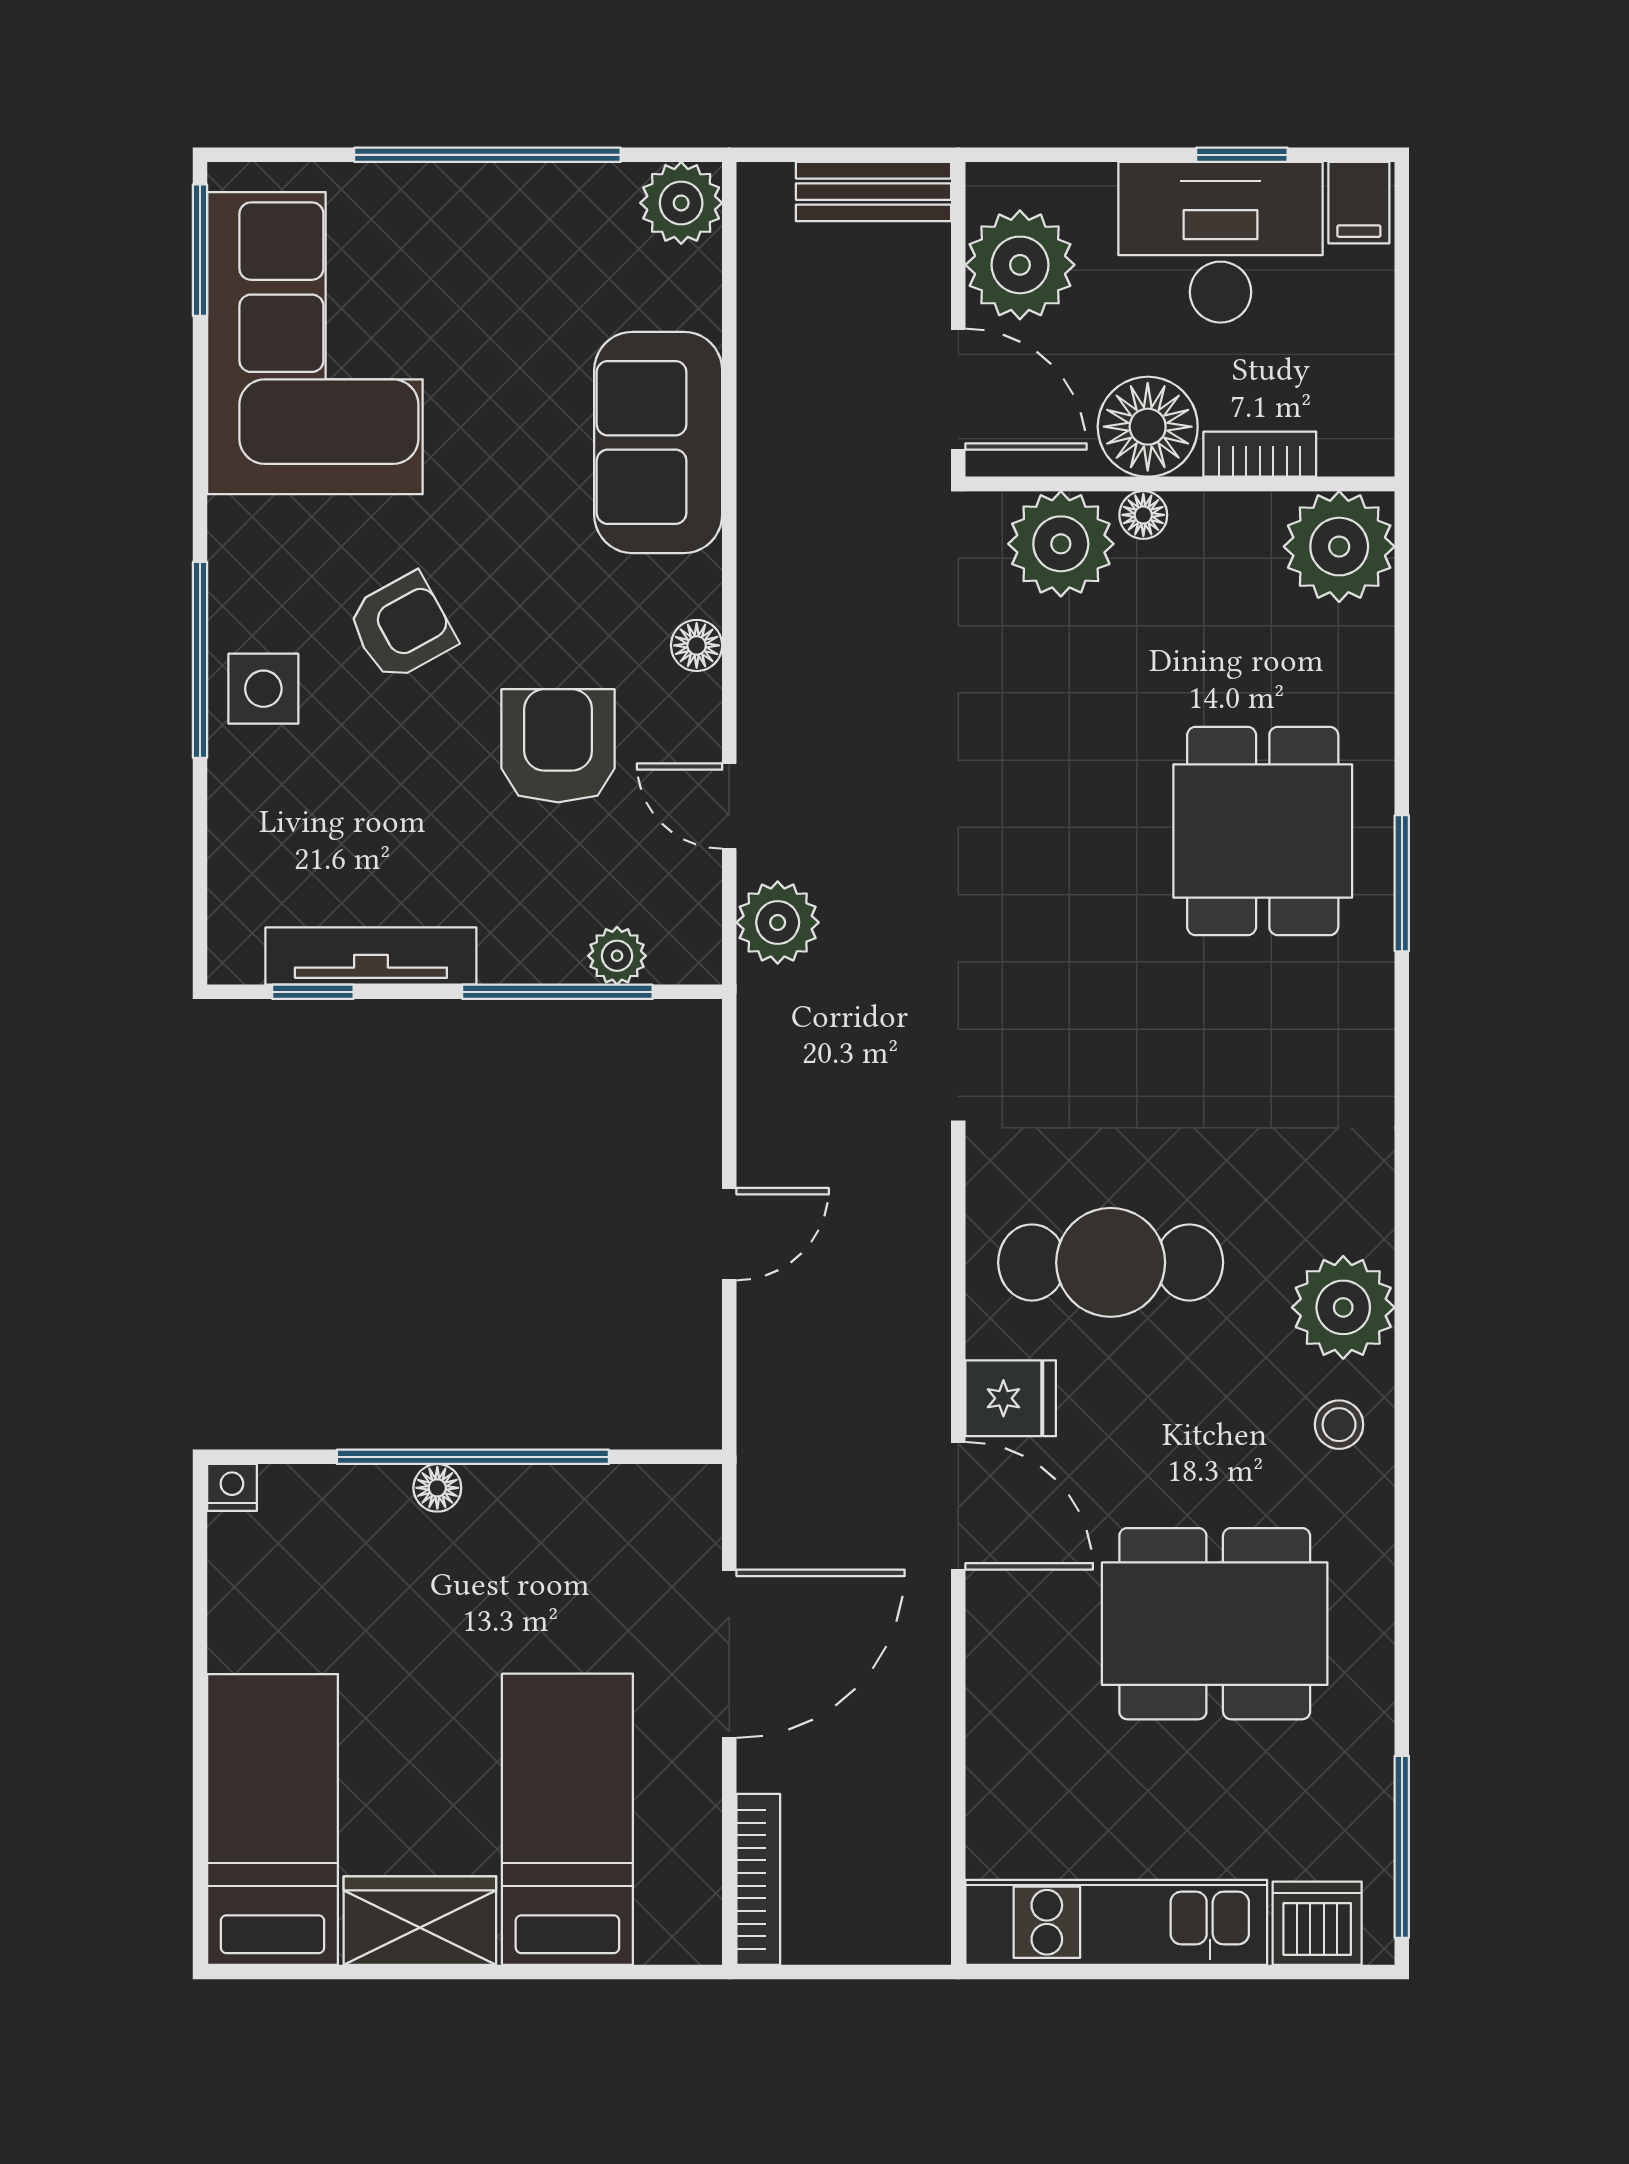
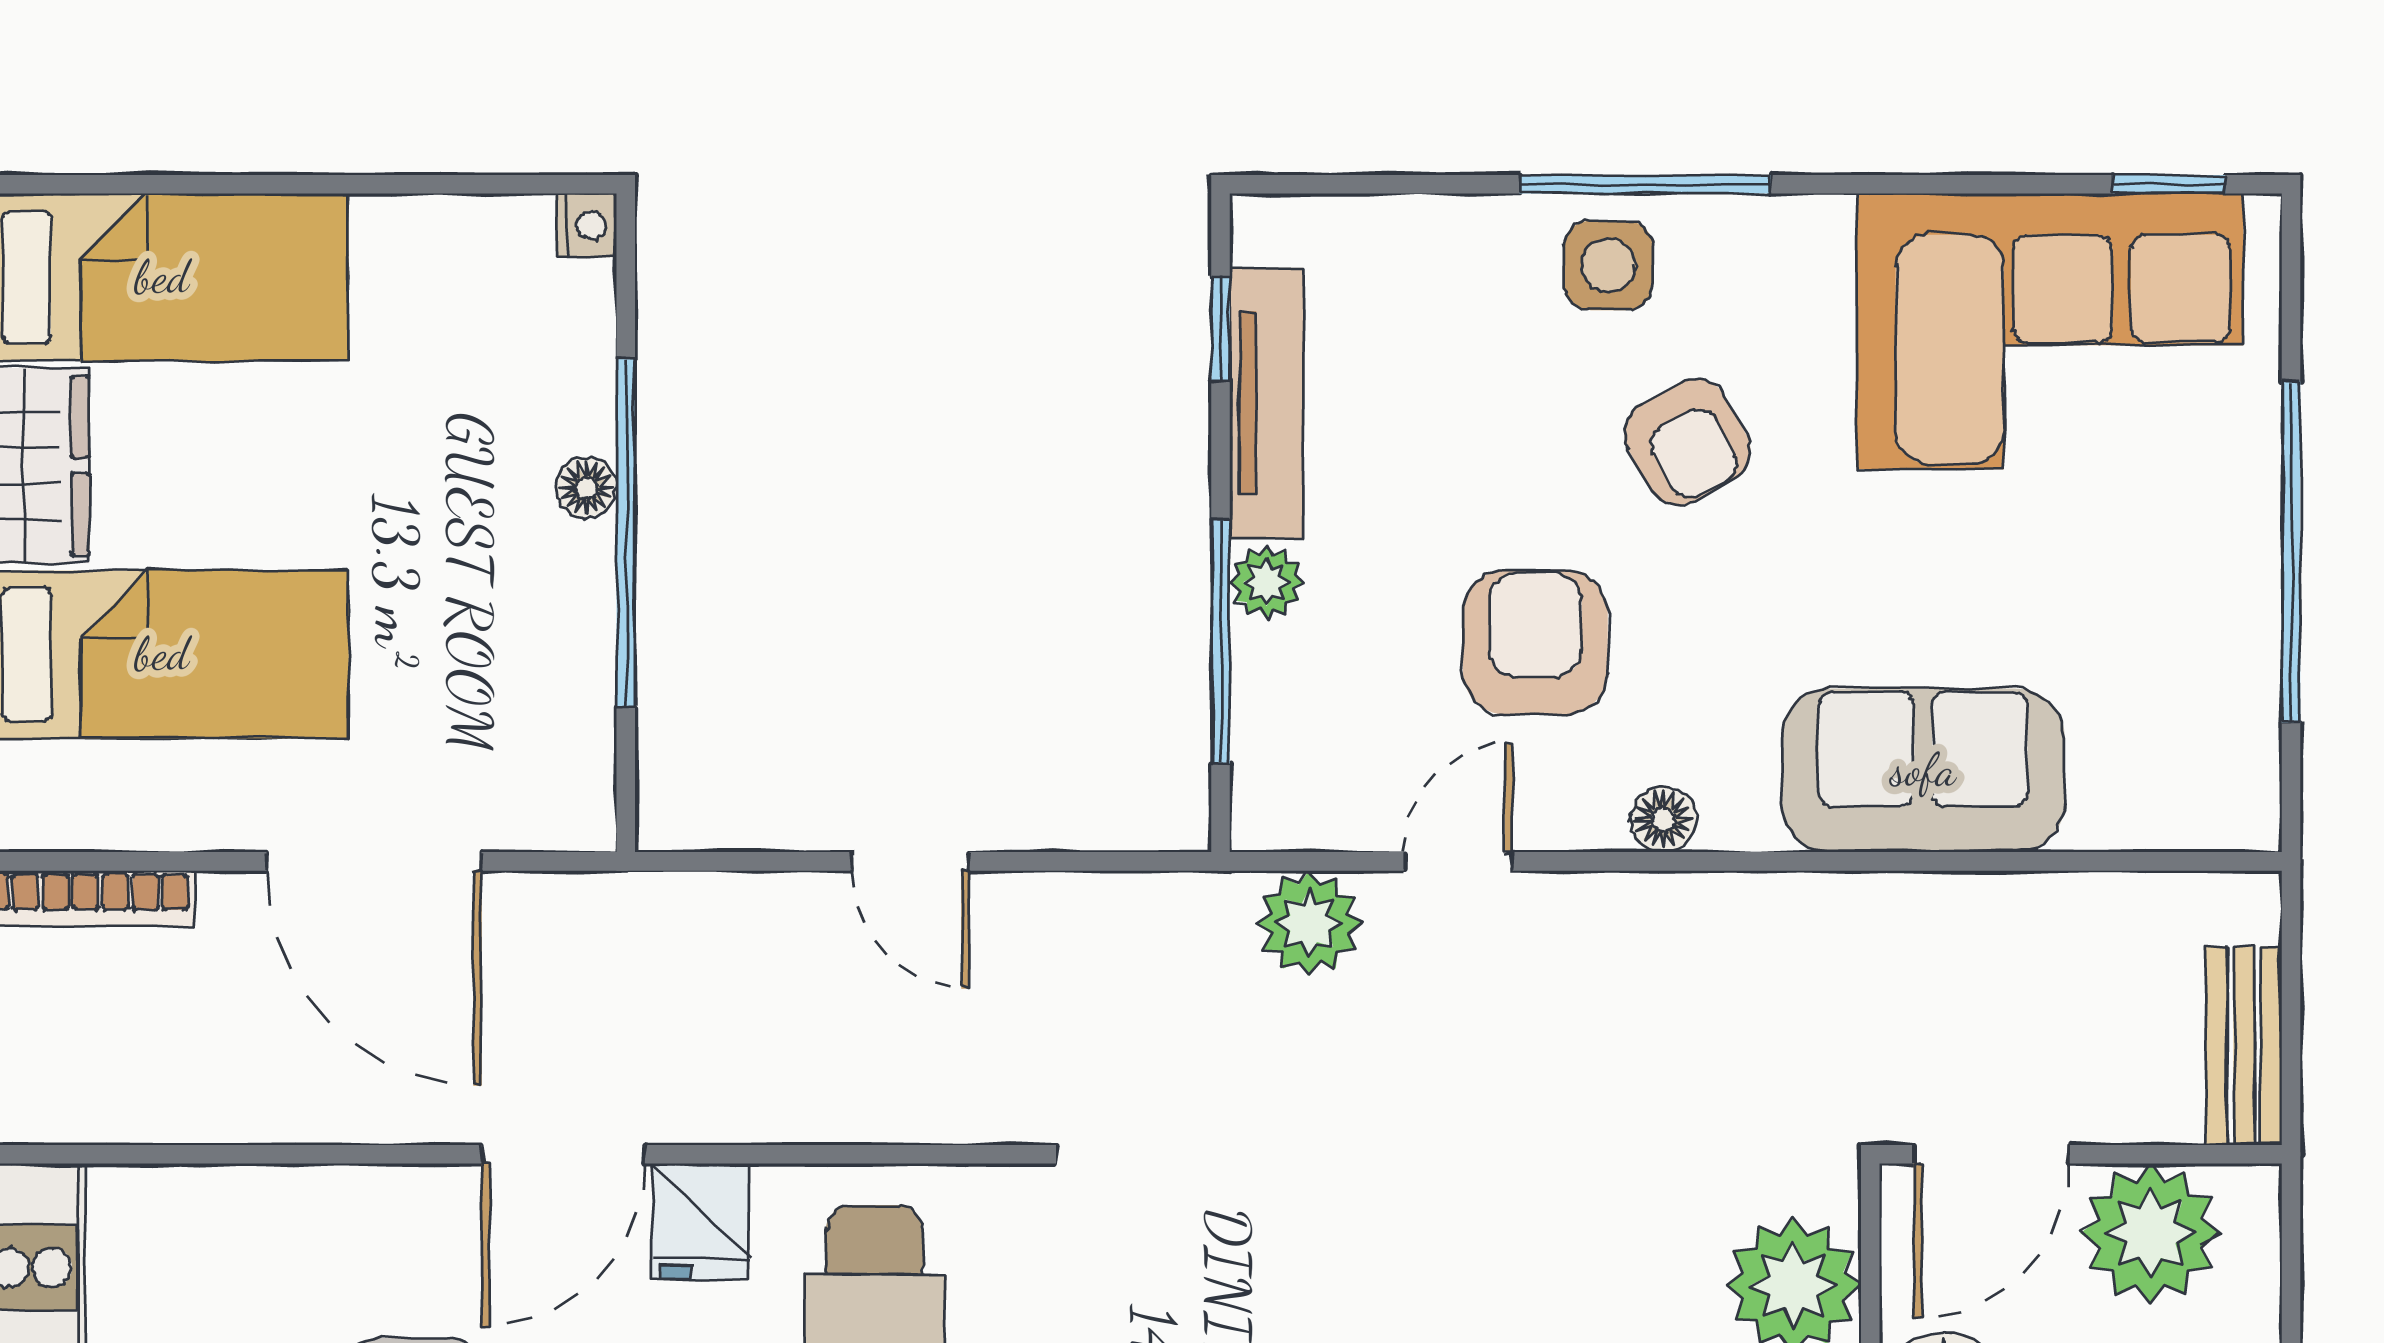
plant: (681, 203) -> (2229, 800), removed
window: (200, 250) -> (2169, 184), width x0.67
armchair: (558, 746) -> (1535, 642), turned -90
plant: (617, 956) -> (1267, 582), moved

